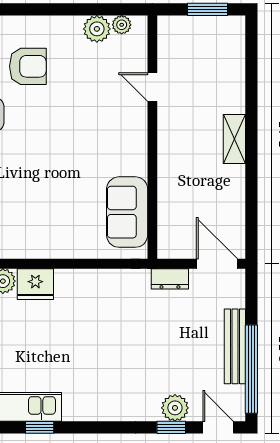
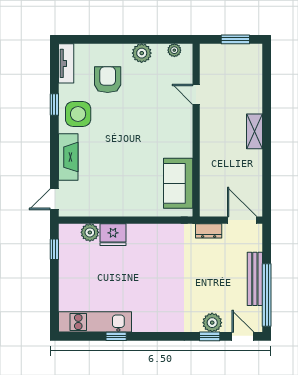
plant: (97, 29) -> (142, 53), moved
armchair: (28, 66) -> (108, 80), turned -90

